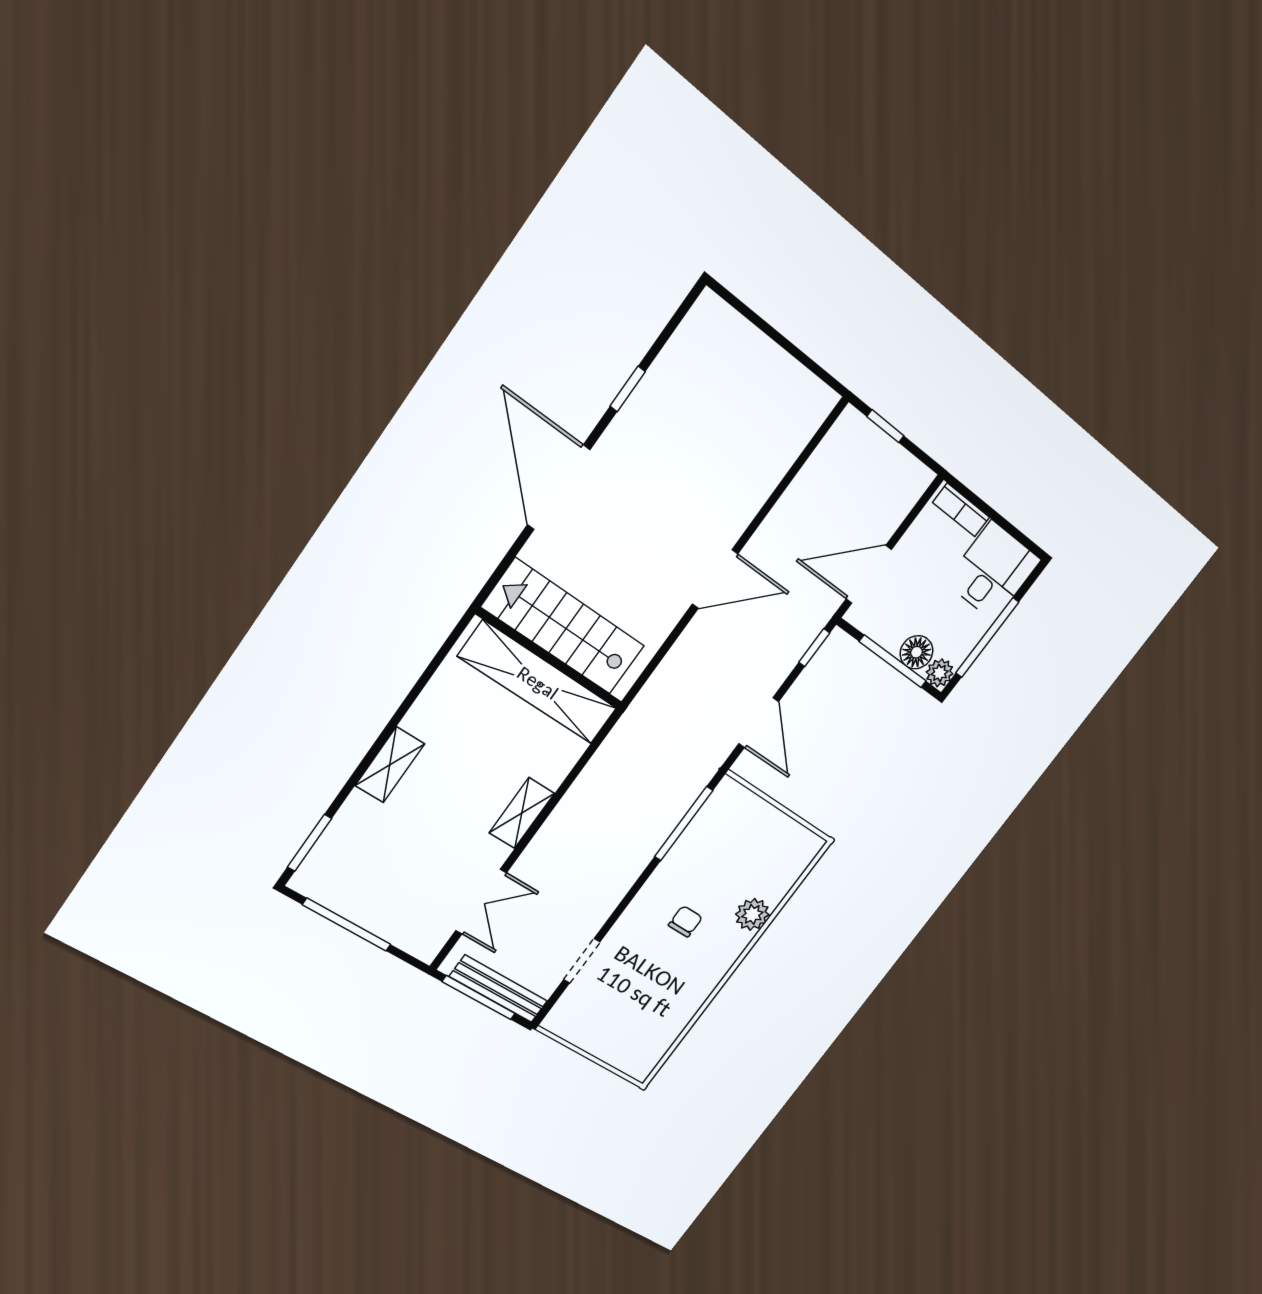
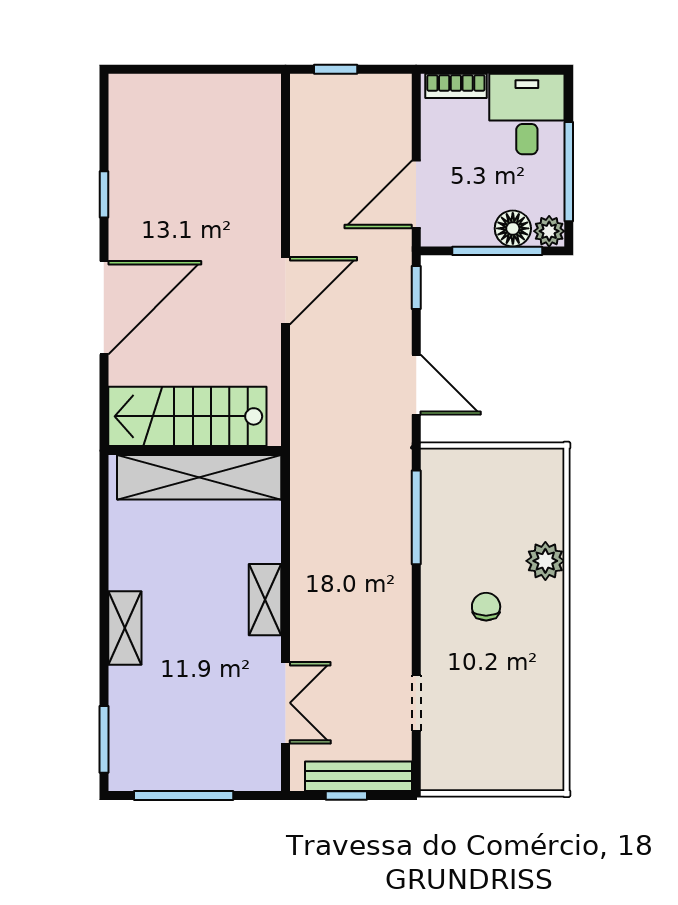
door: (559, 487) -> (104, 308), swing flipped
window: (479, 998) -> (346, 796), width x0.46

